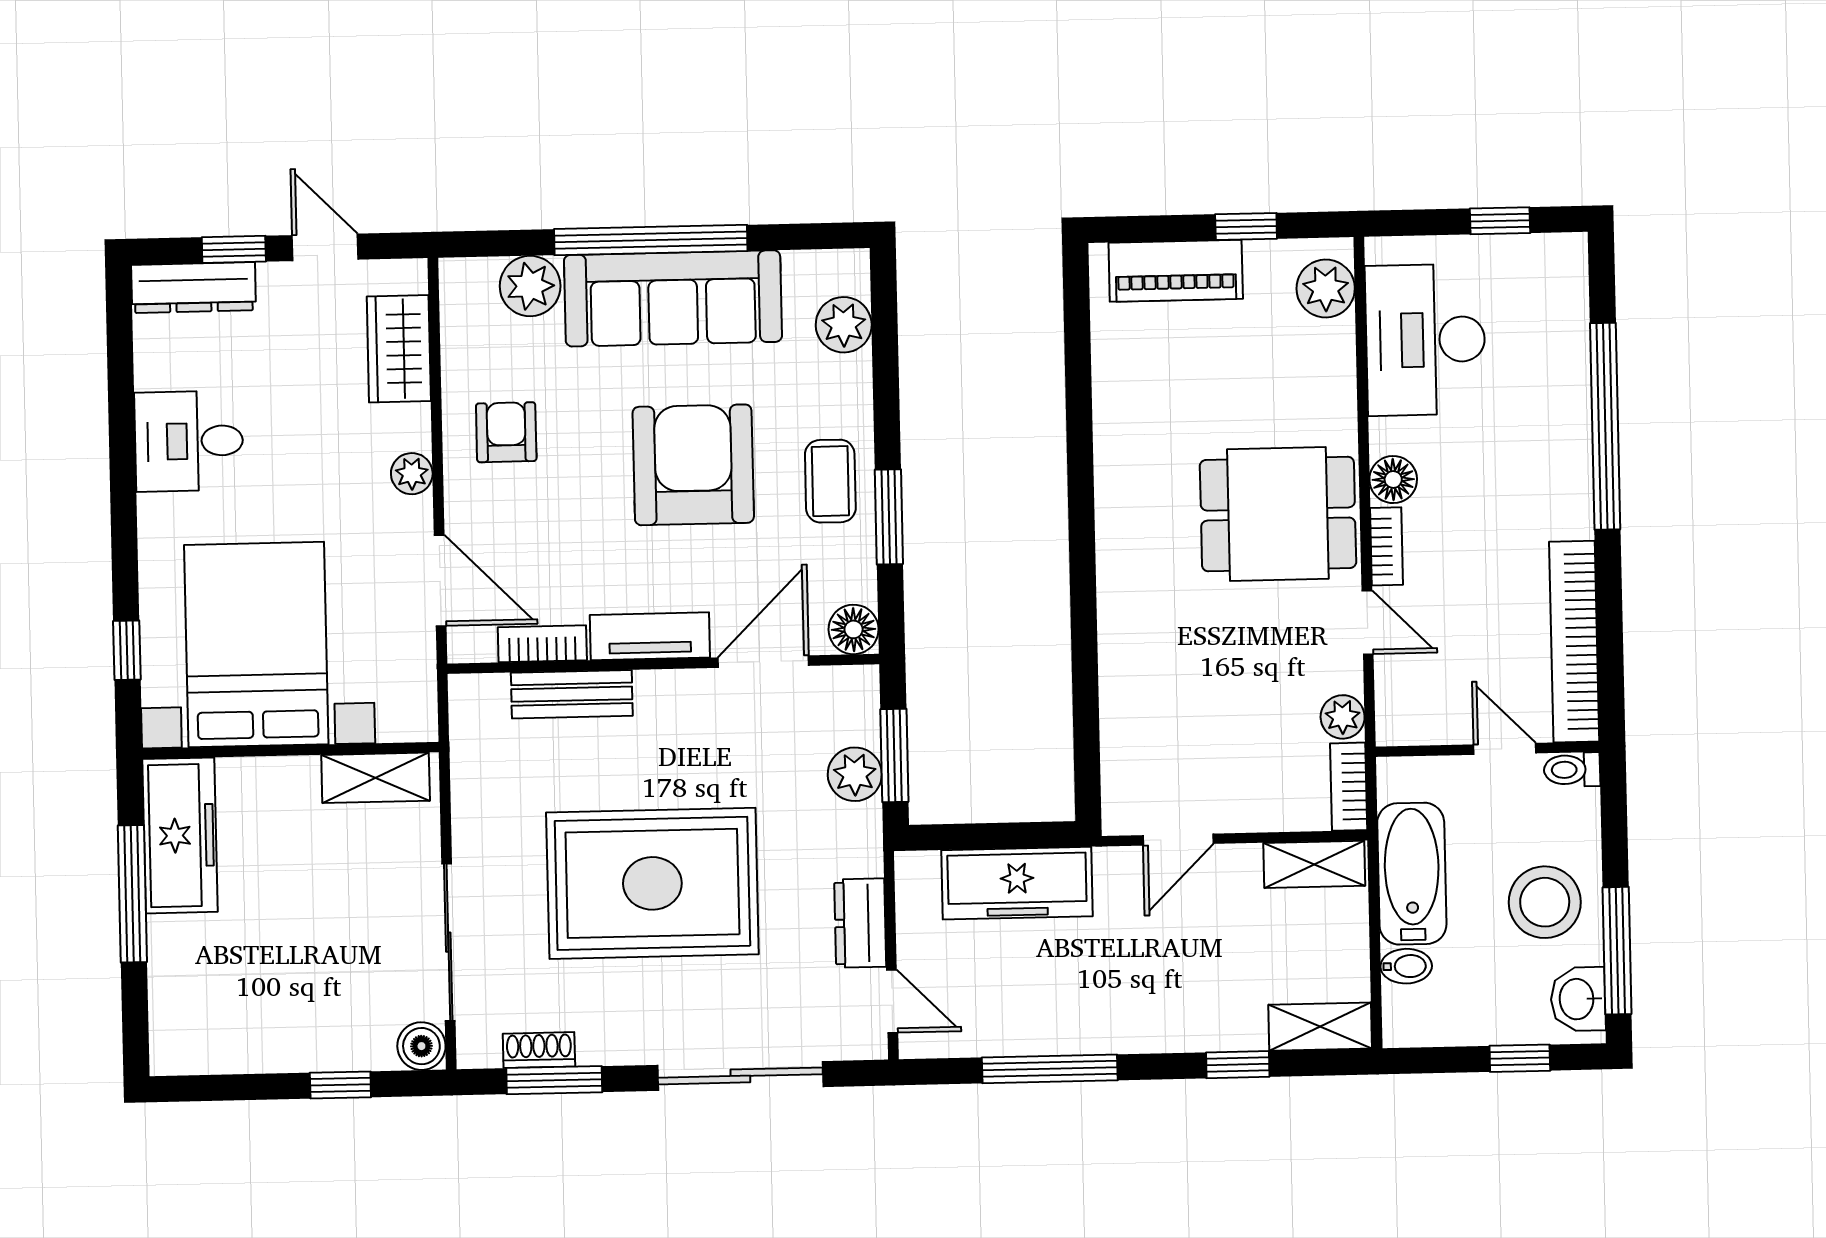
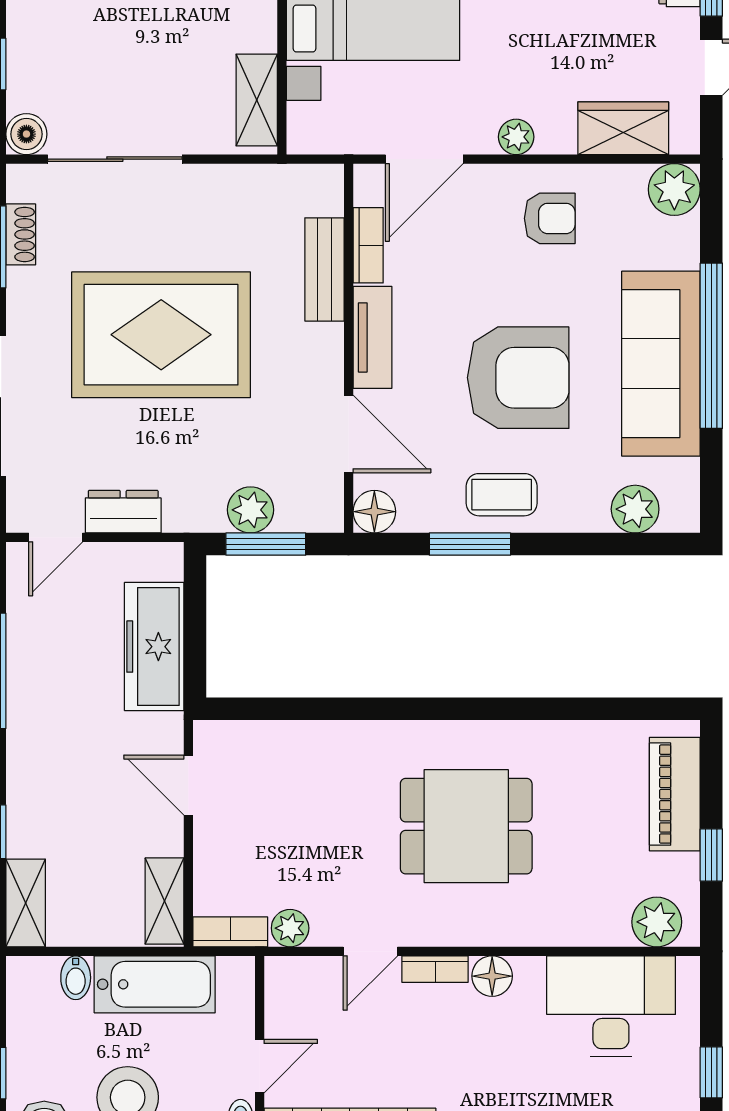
plant: (530, 286) -> (674, 189), moved
dining table: (1278, 514) -> (466, 826), moved, turned 90
rug: (652, 883) -> (161, 335), turned 90

